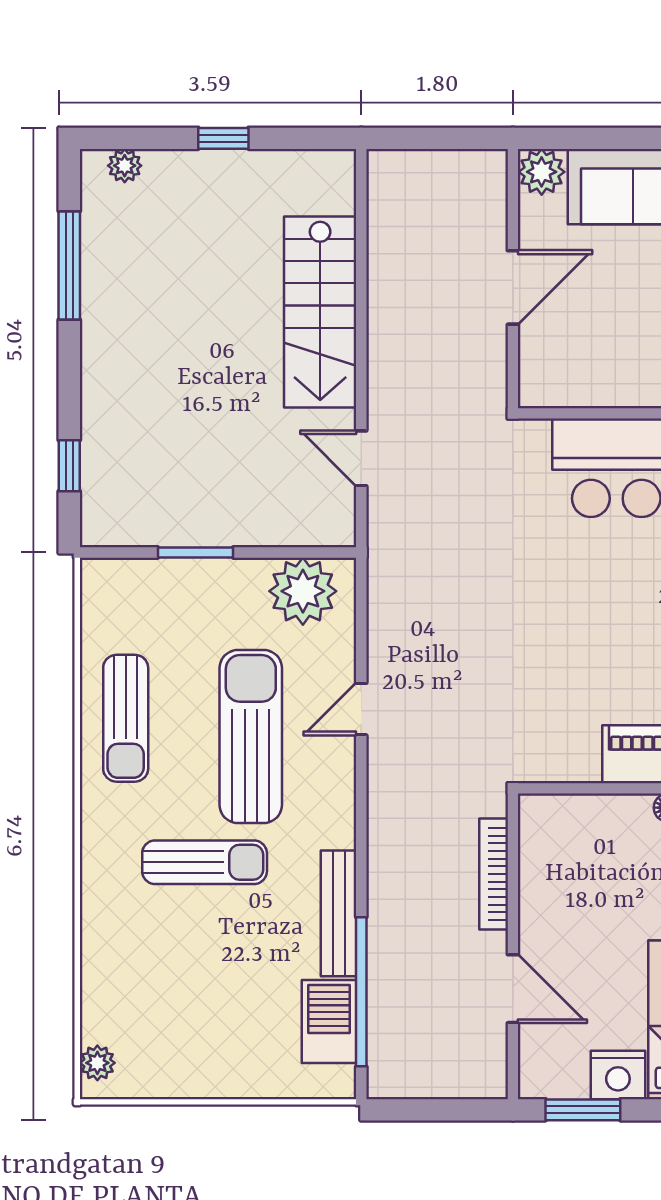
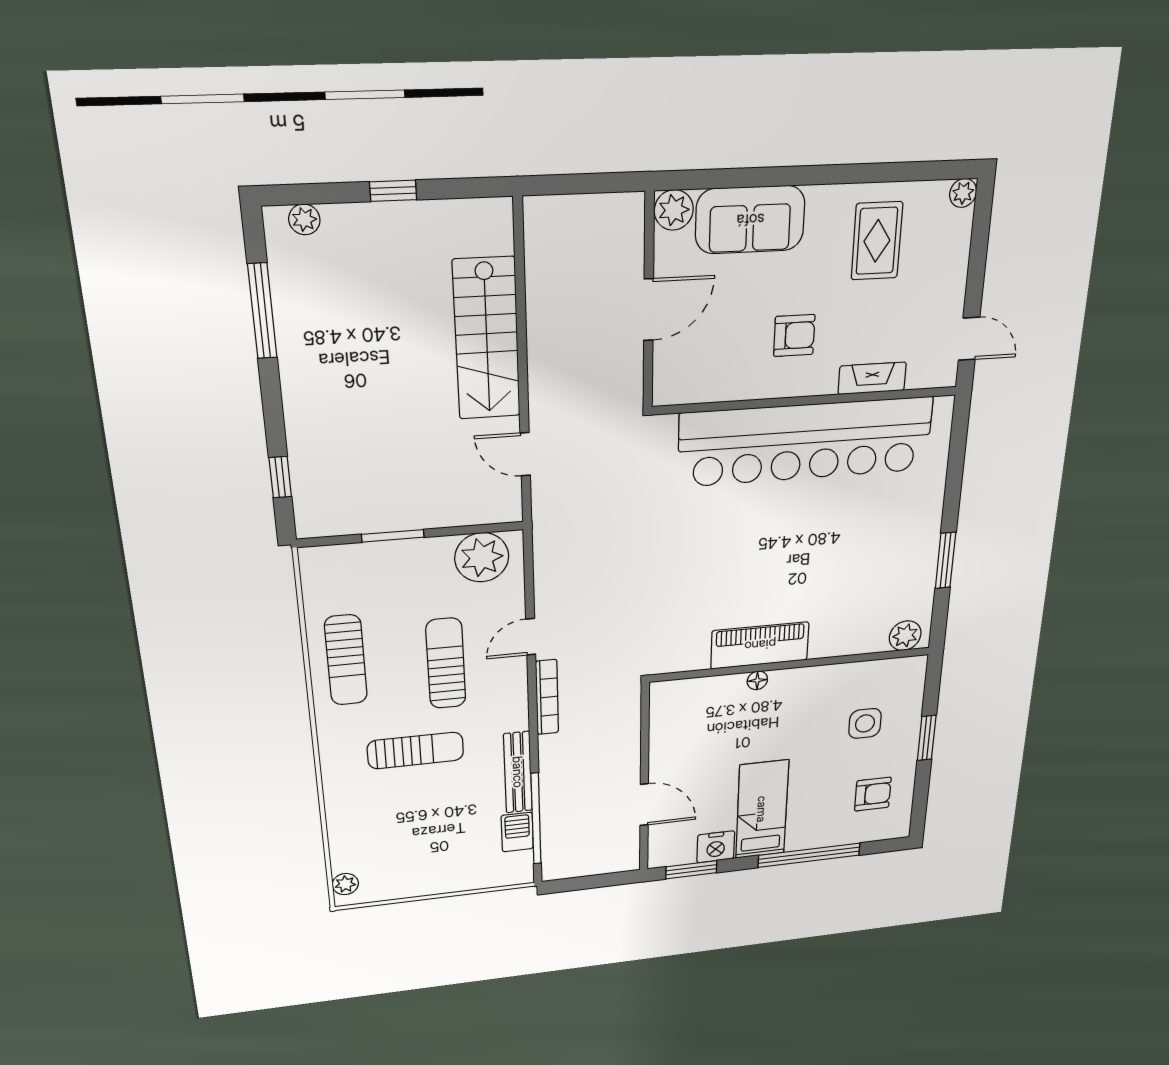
sun lounger: (251, 737) -> (446, 663), width x0.73, depth x0.75
bookcase: (494, 874) -> (547, 697), moved, turned 180
barbecue: (329, 1021) -> (517, 832), width x0.73, depth x0.79

